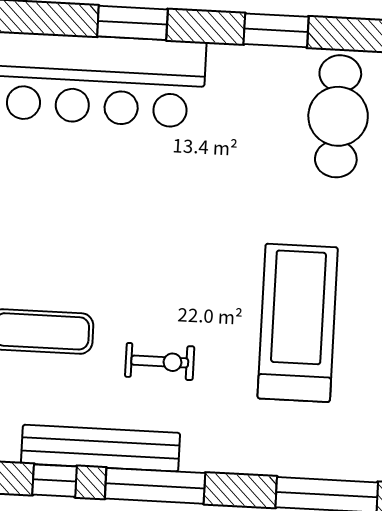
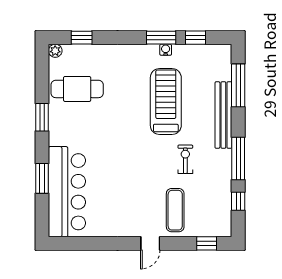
treadmill: (298, 323) -> (166, 102), turned 90
bench: (101, 448) -> (223, 115), moved

